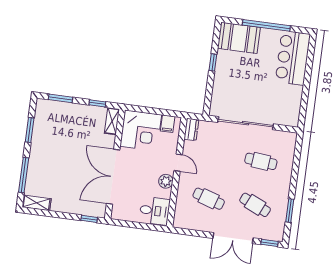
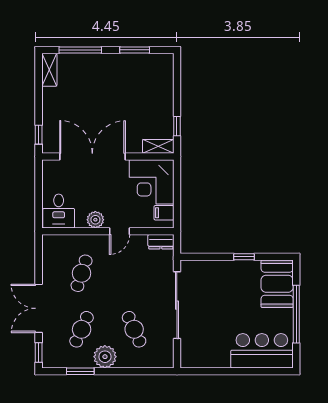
window: (60, 98) -> (177, 82), removed
cafe table: (261, 161) -> (134, 329), turned -30
plant: (280, 188) -> (105, 357), added

